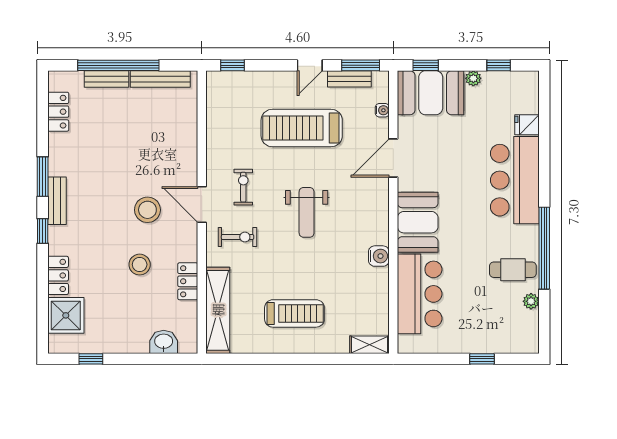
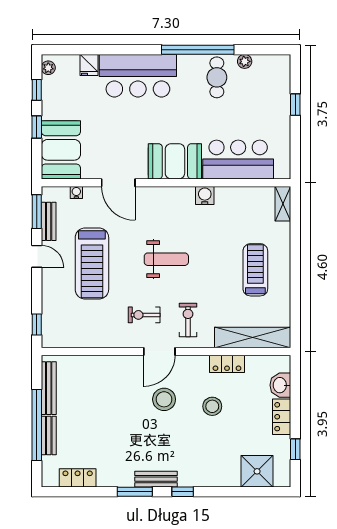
window: (426, 65) -> (37, 127), moved
plant: (473, 78) -> (48, 68), moved
locker: (58, 275) -> (282, 417), moved, turned -90

